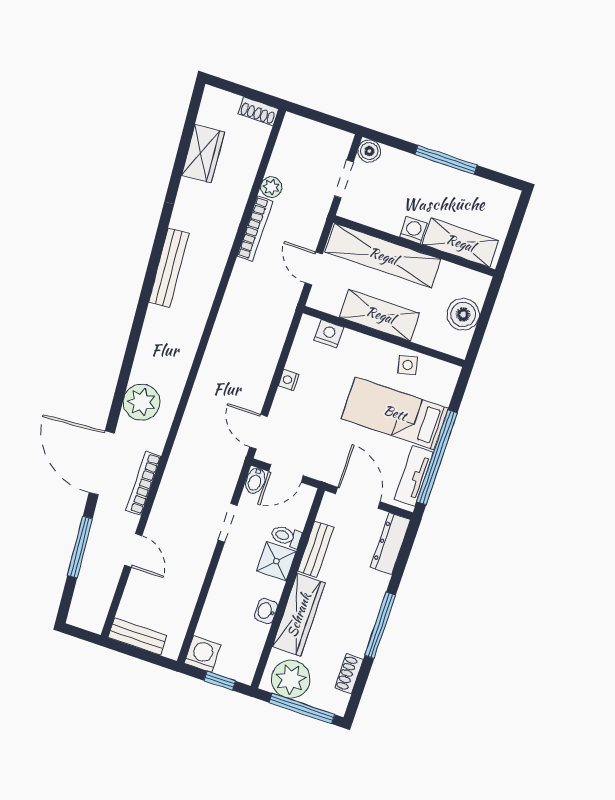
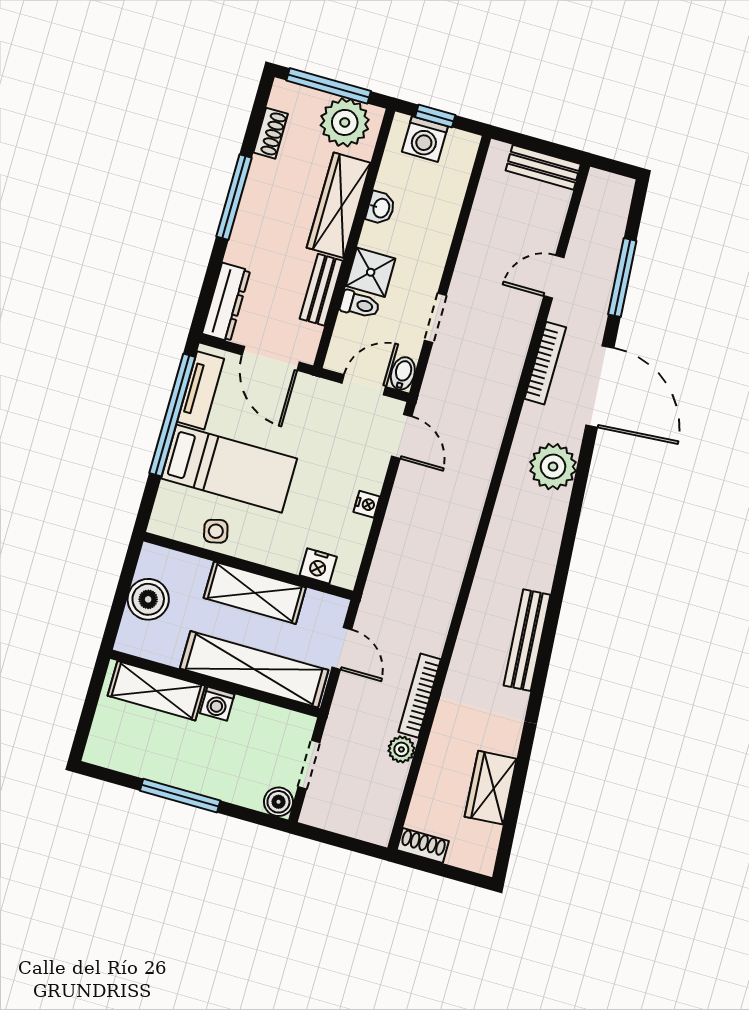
door: (133, 550) -> (554, 277), hinge flipped
washing machine: (202, 654) -> (425, 139), moved

